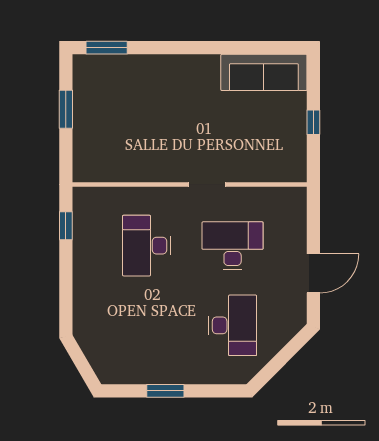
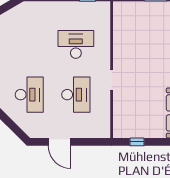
window: (313, 122) -> (137, 142), moved
desk: (233, 325) -> (29, 95), turned -90

